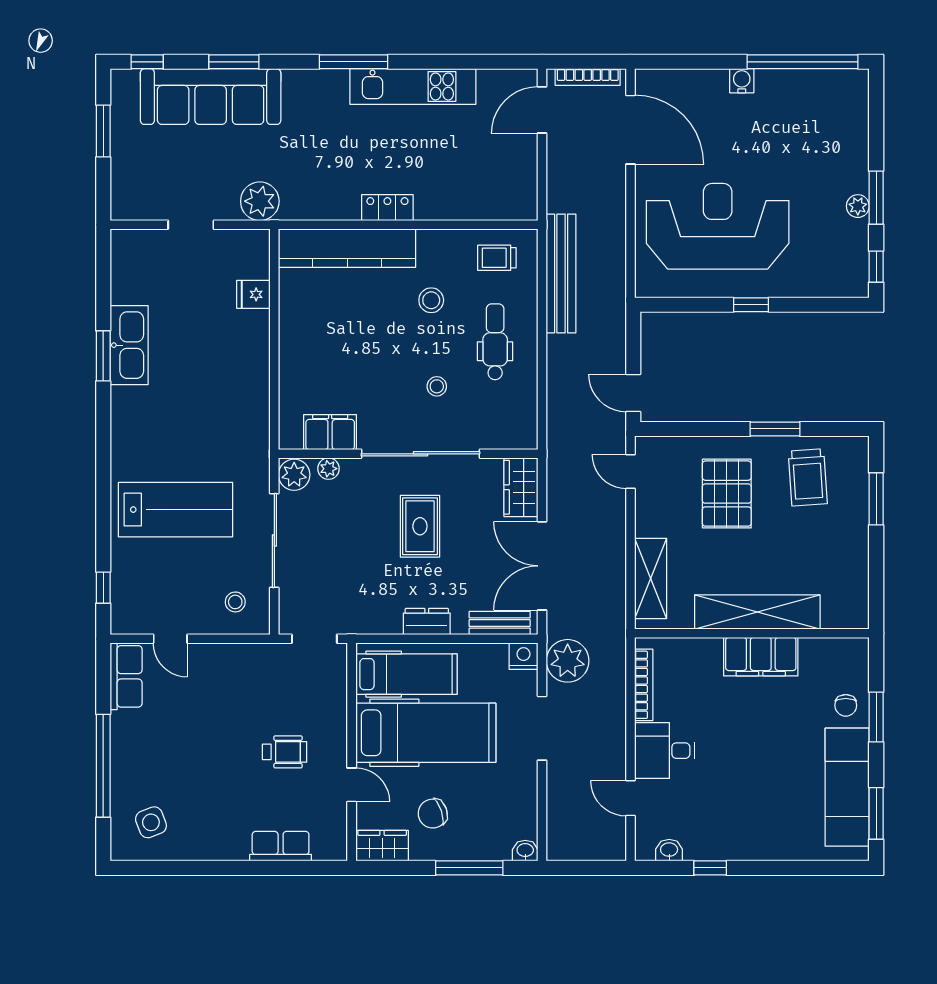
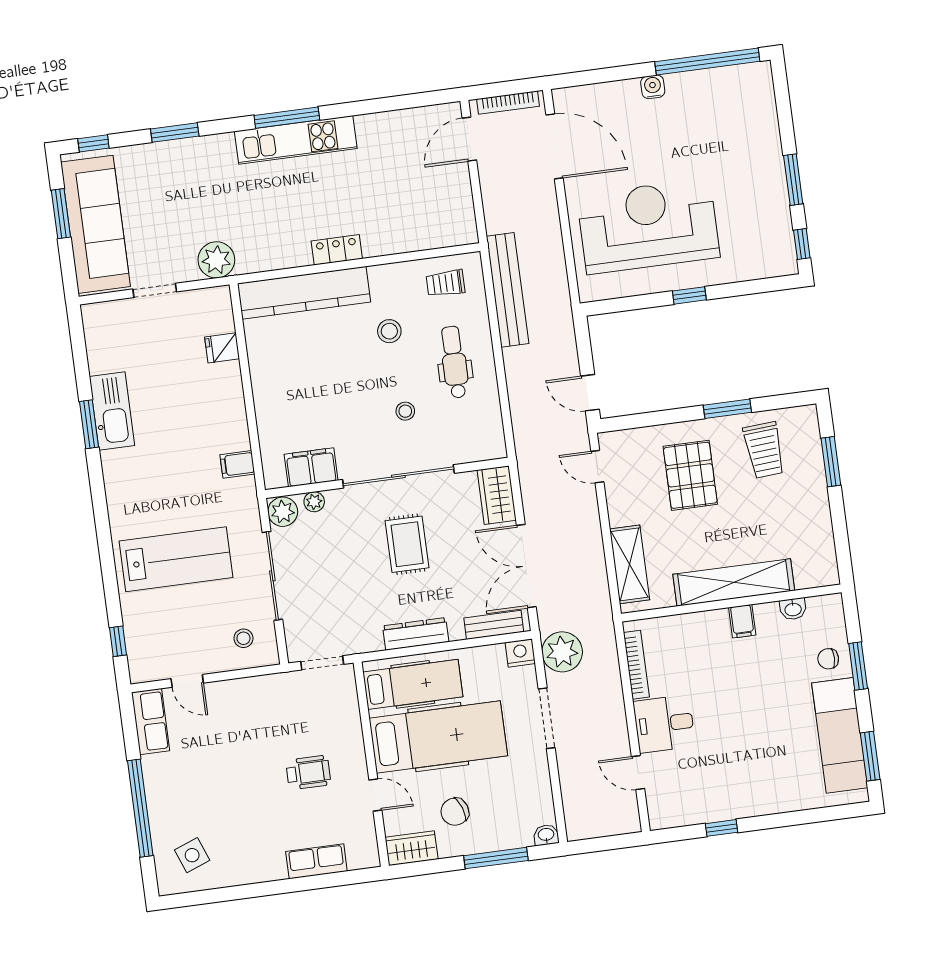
kitchen unit: (413, 86) -> (296, 140), moved
sofa: (211, 97) -> (95, 224), moved, turned -90
plant: (858, 206) -> (777, 190), removed
filing cabinet: (253, 419) -> (237, 464), added
dresser: (427, 621) -> (416, 634), width x1.44
filing cabinet: (761, 657) -> (742, 621), width x0.33, depth x0.86
chair: (846, 705) -> (828, 659), turned 90
washbasin: (669, 850) -> (793, 609), moved, turned 180

